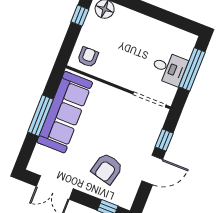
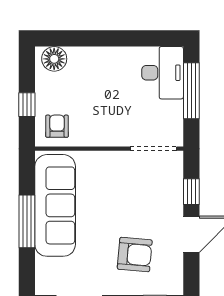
window: (80, 16) -> (27, 105), moved
desk: (169, 68) -> (163, 73), moved, width x1.37
armchair: (107, 169) -> (135, 255), turned -99

